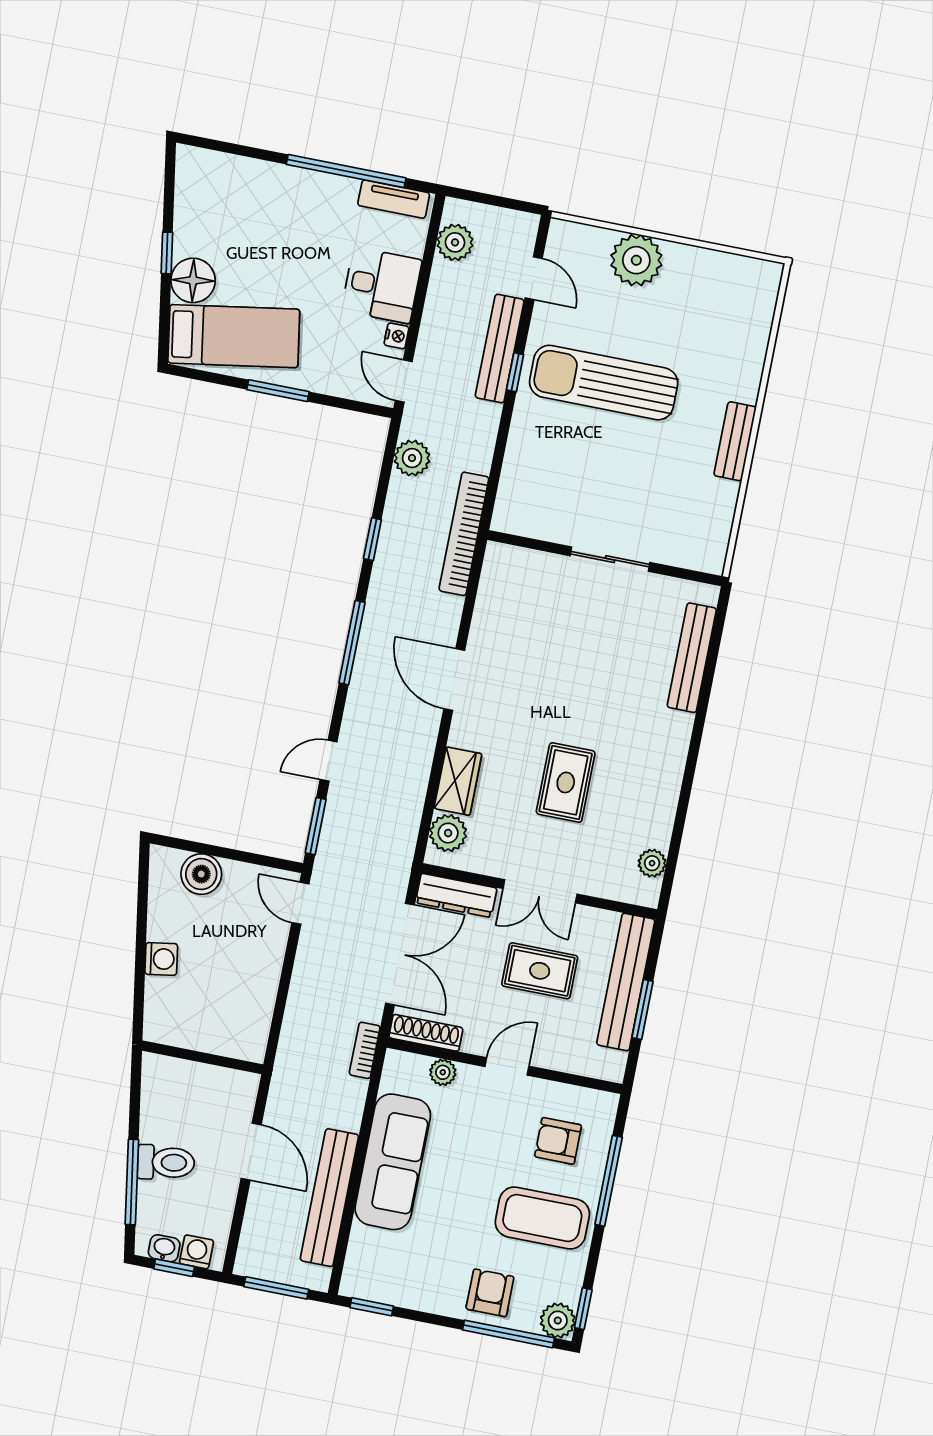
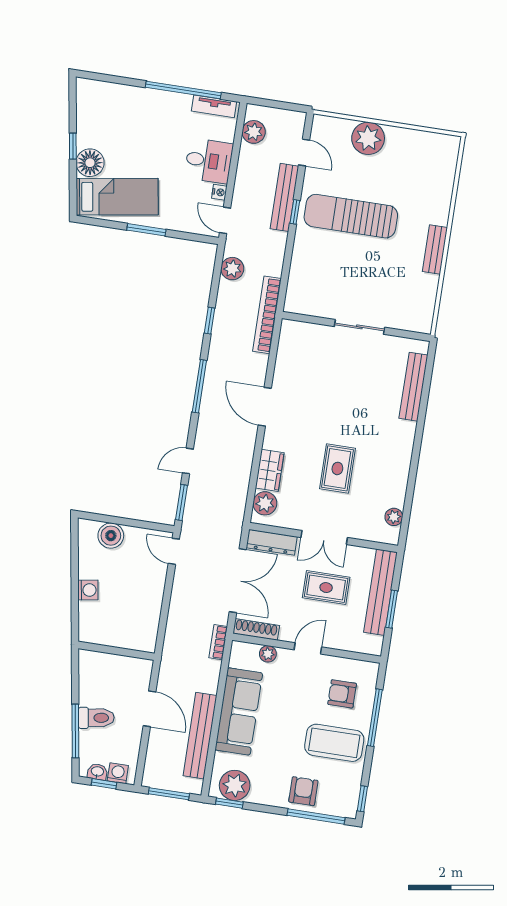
plant: (558, 1321) -> (235, 785), moved, width x1.36, depth x1.36

